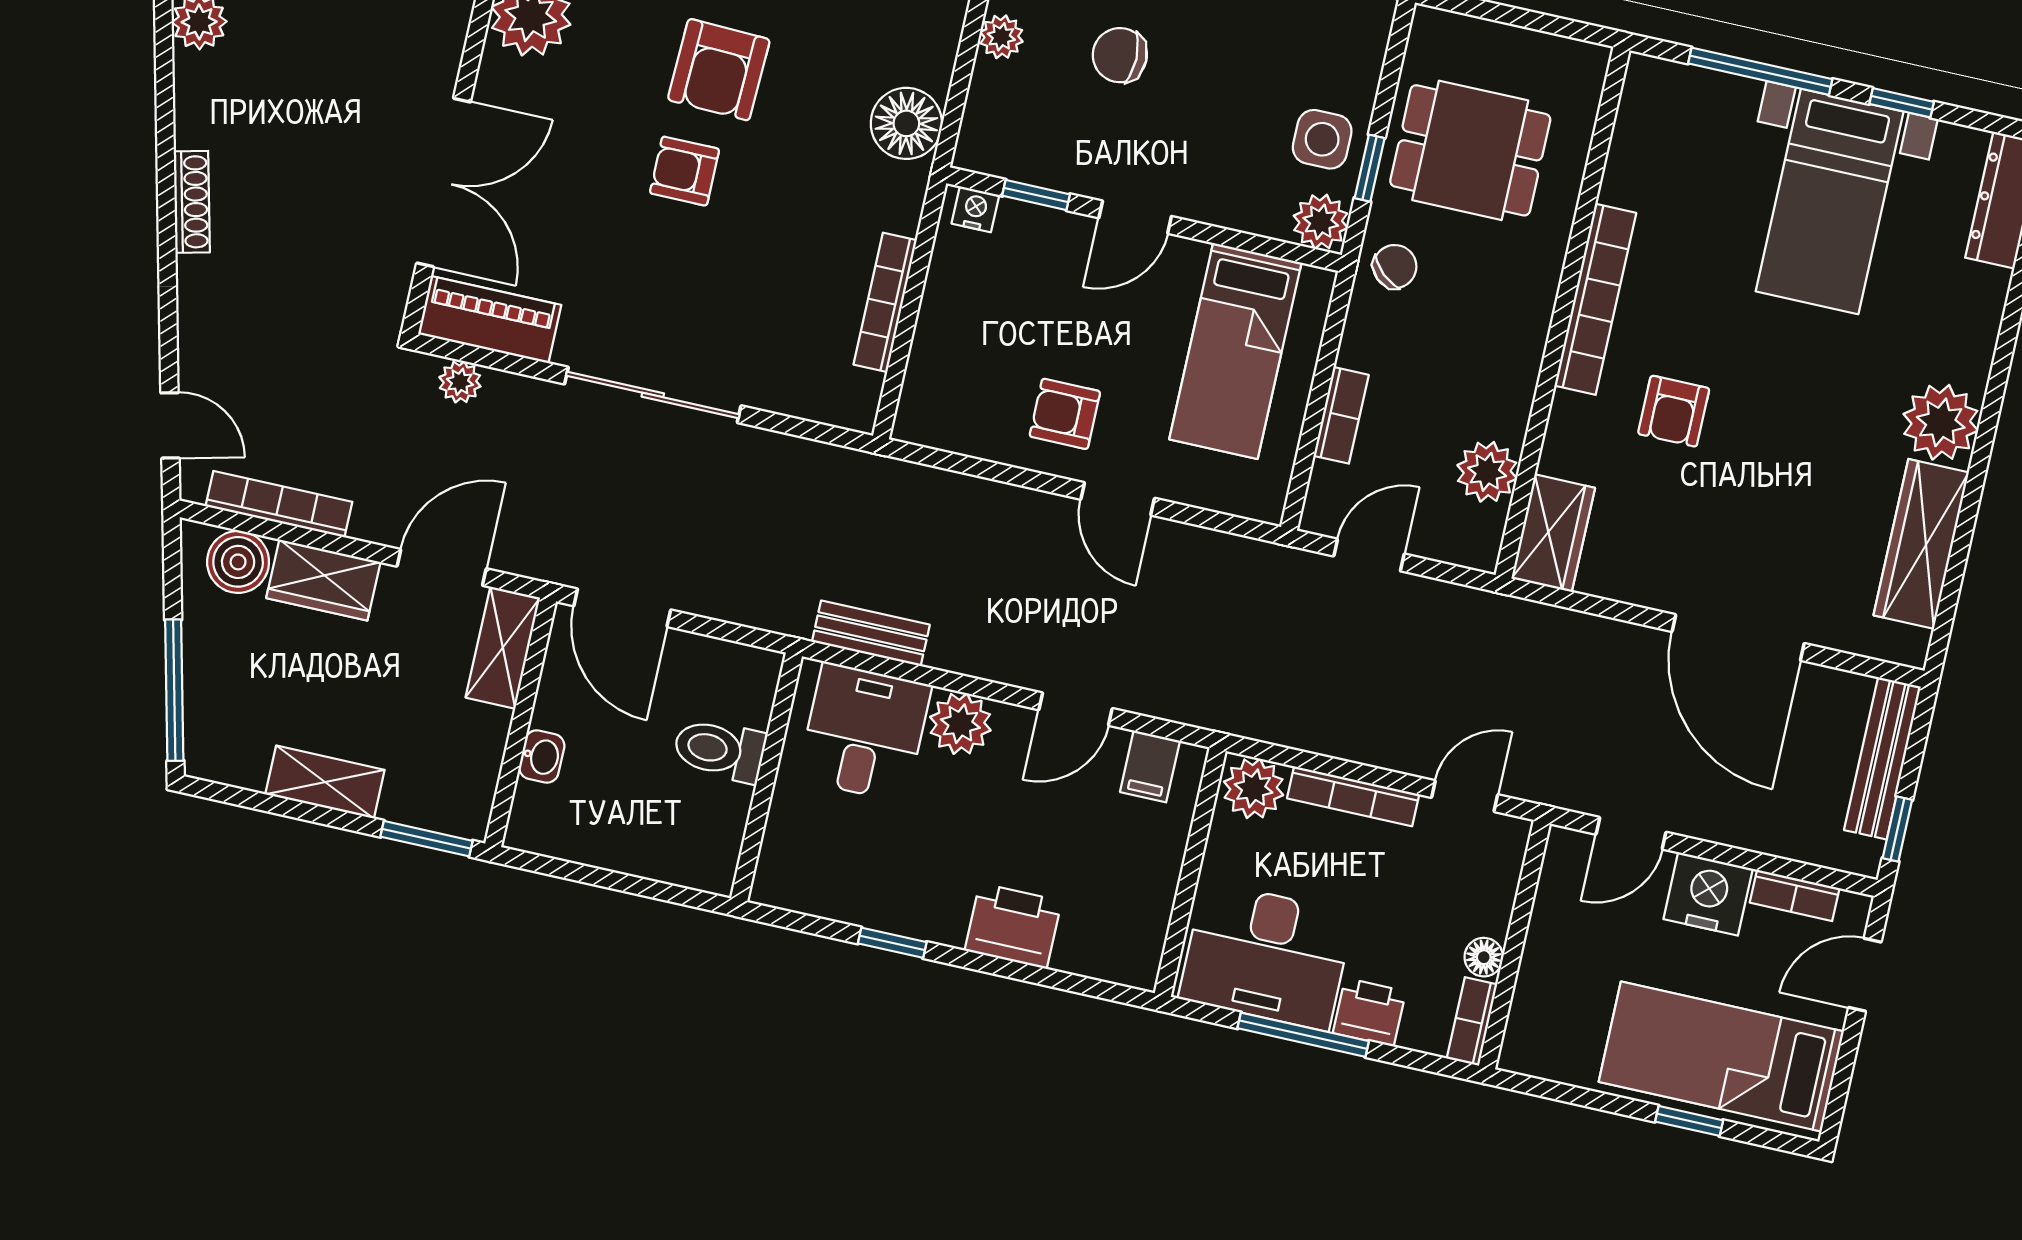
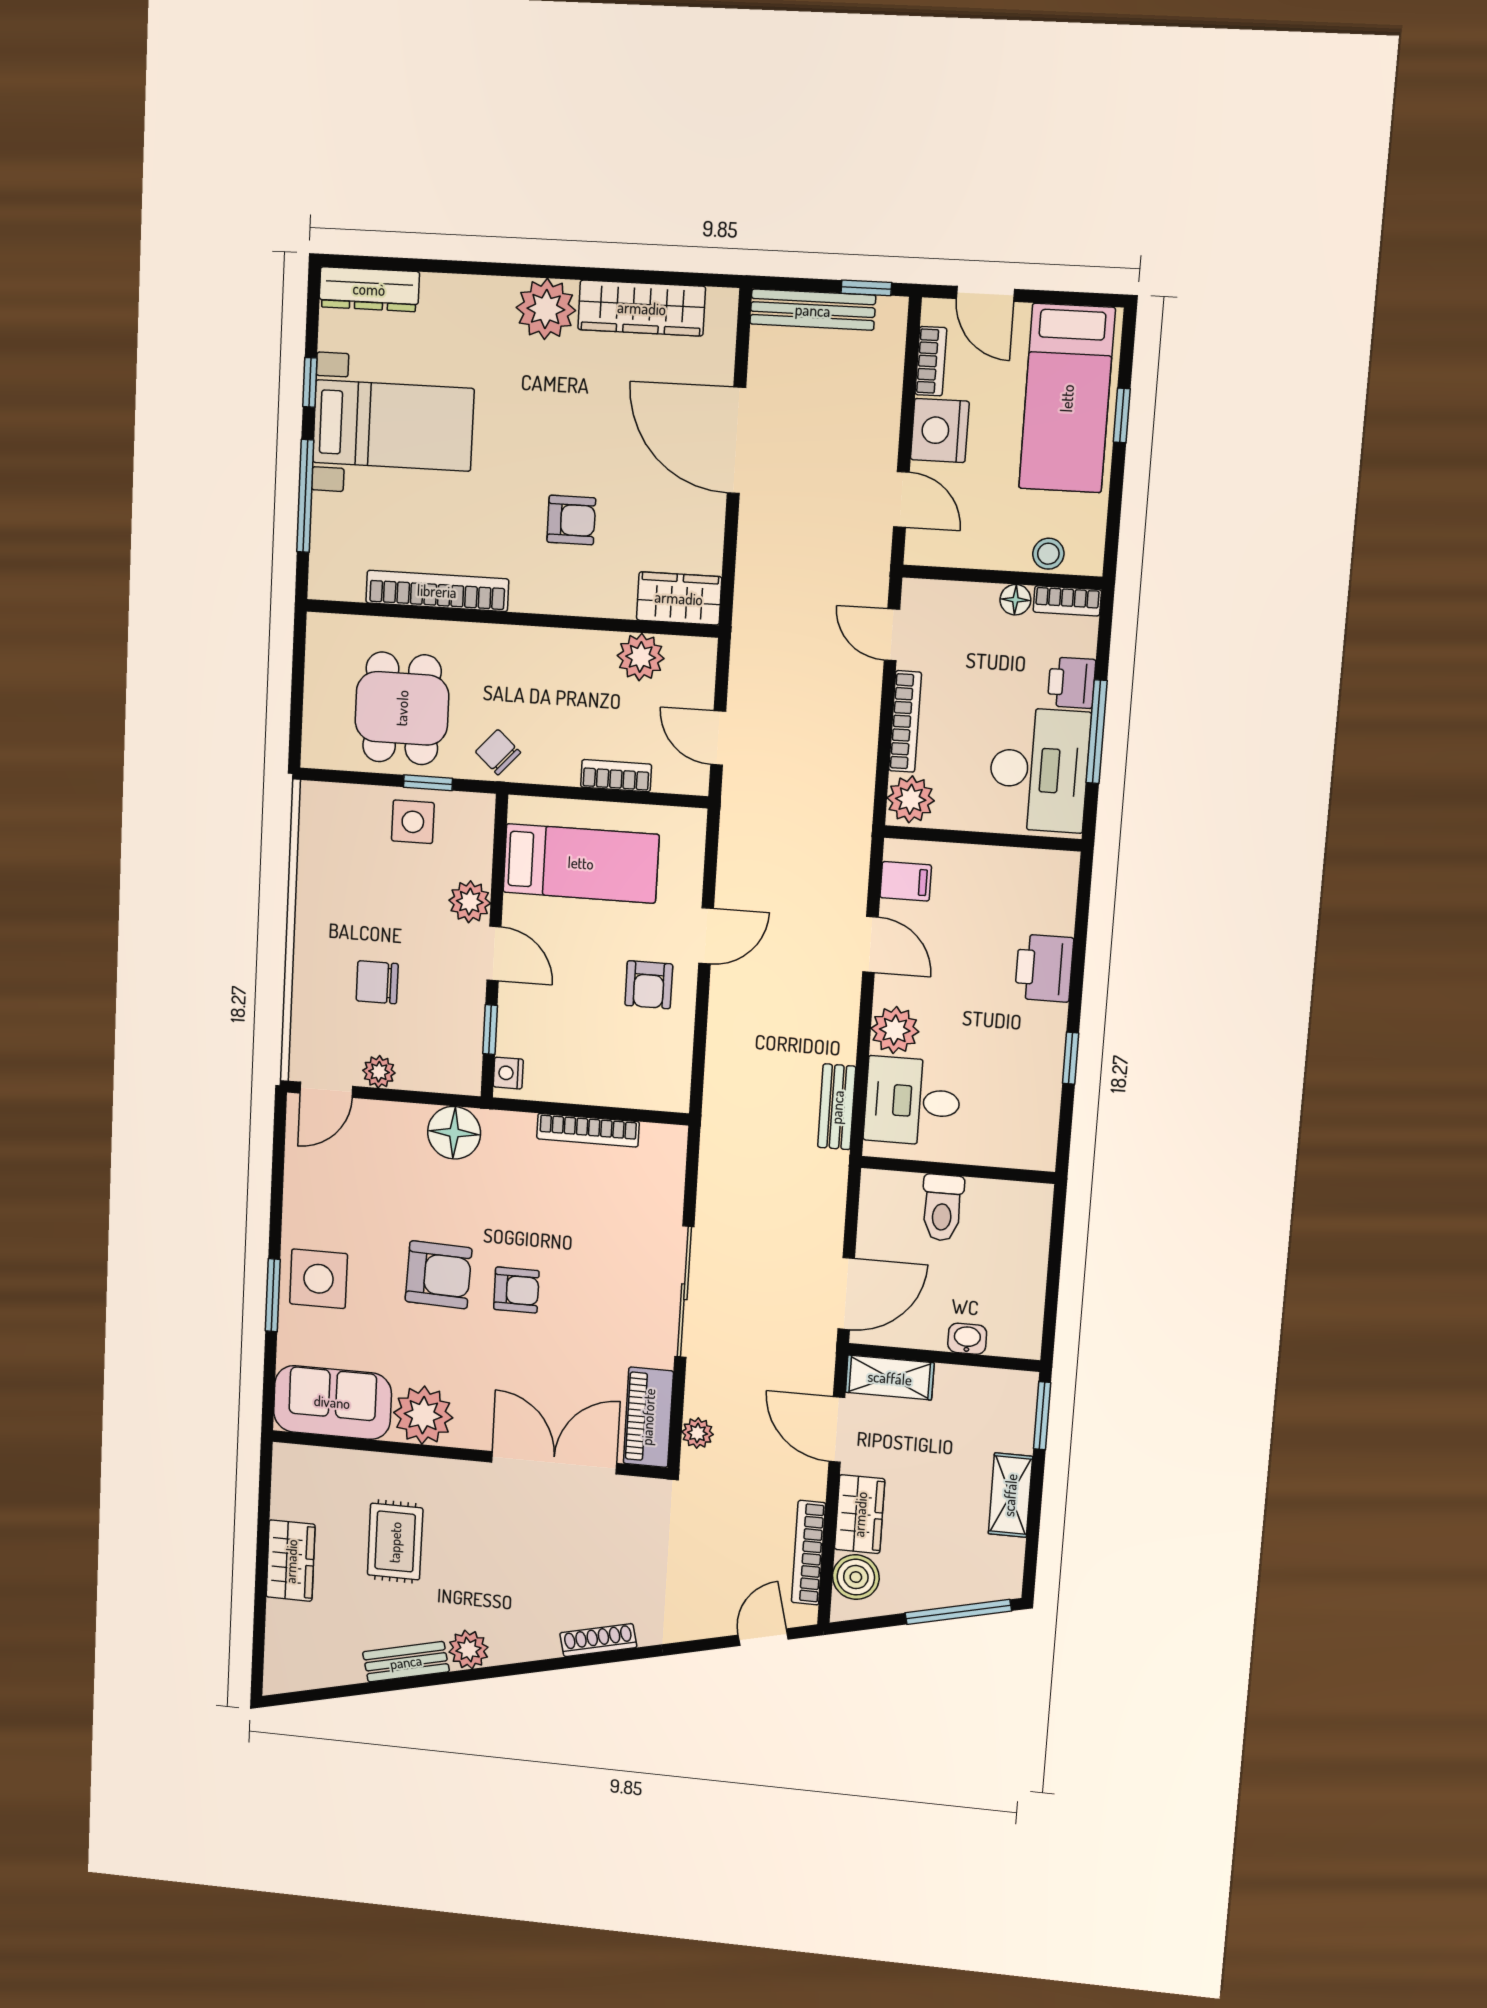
chair: (1120, 55) -> (377, 982), turned 90
armchair: (685, 171) -> (516, 1290), turned -90
plant: (1321, 222) -> (470, 902), moved
bookcase: (1595, 299) -> (437, 591), moved
door: (1738, 638) -> (736, 440), swing flipped
stool: (1534, 1006) -> (1048, 554), added

